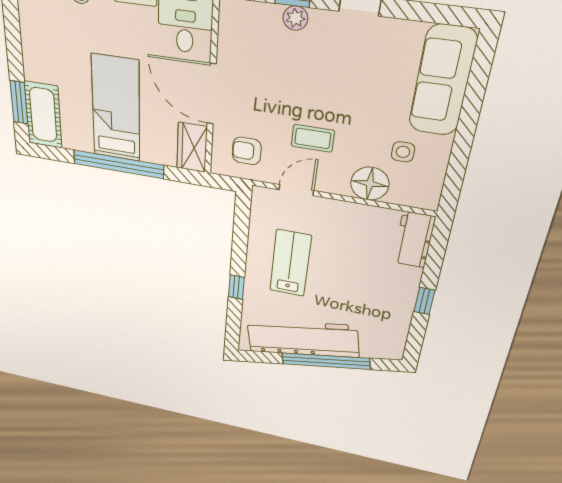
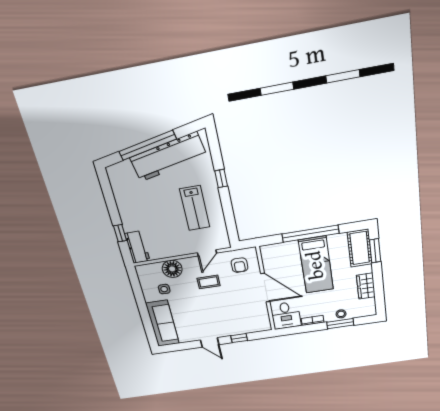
plant: (295, 18) -> (235, 330), removed
wardrobe: (192, 147) -> (366, 286), moved, turned 180
armchair: (247, 151) -> (240, 265), turned 90
window: (424, 301) -> (120, 233), moved

